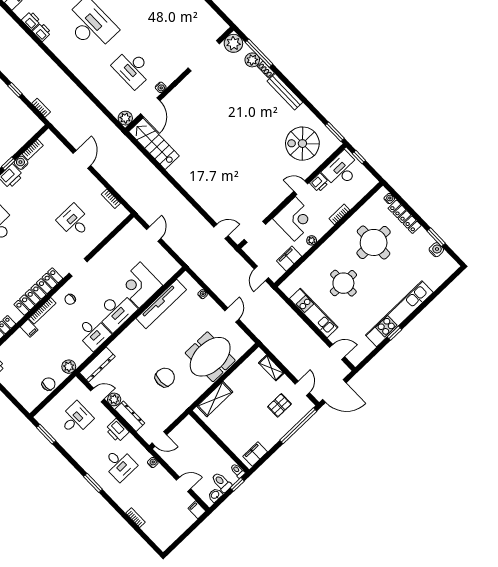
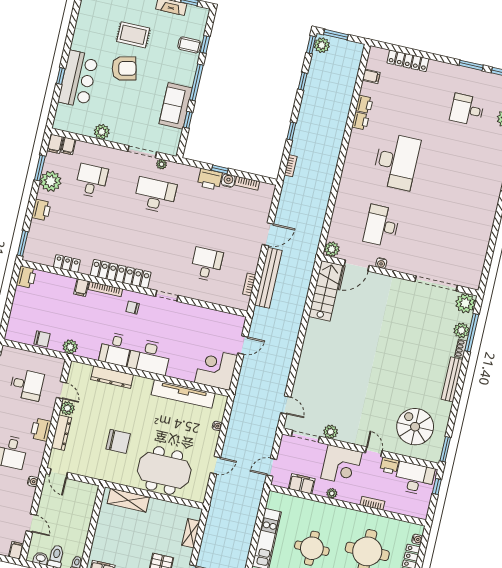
bench: (115, 181) -> (268, 278), added
plant: (264, 211) -> (331, 432), added
corner desk: (140, 285) -> (216, 369), moved
dresser: (97, 365) -> (112, 377), moved

